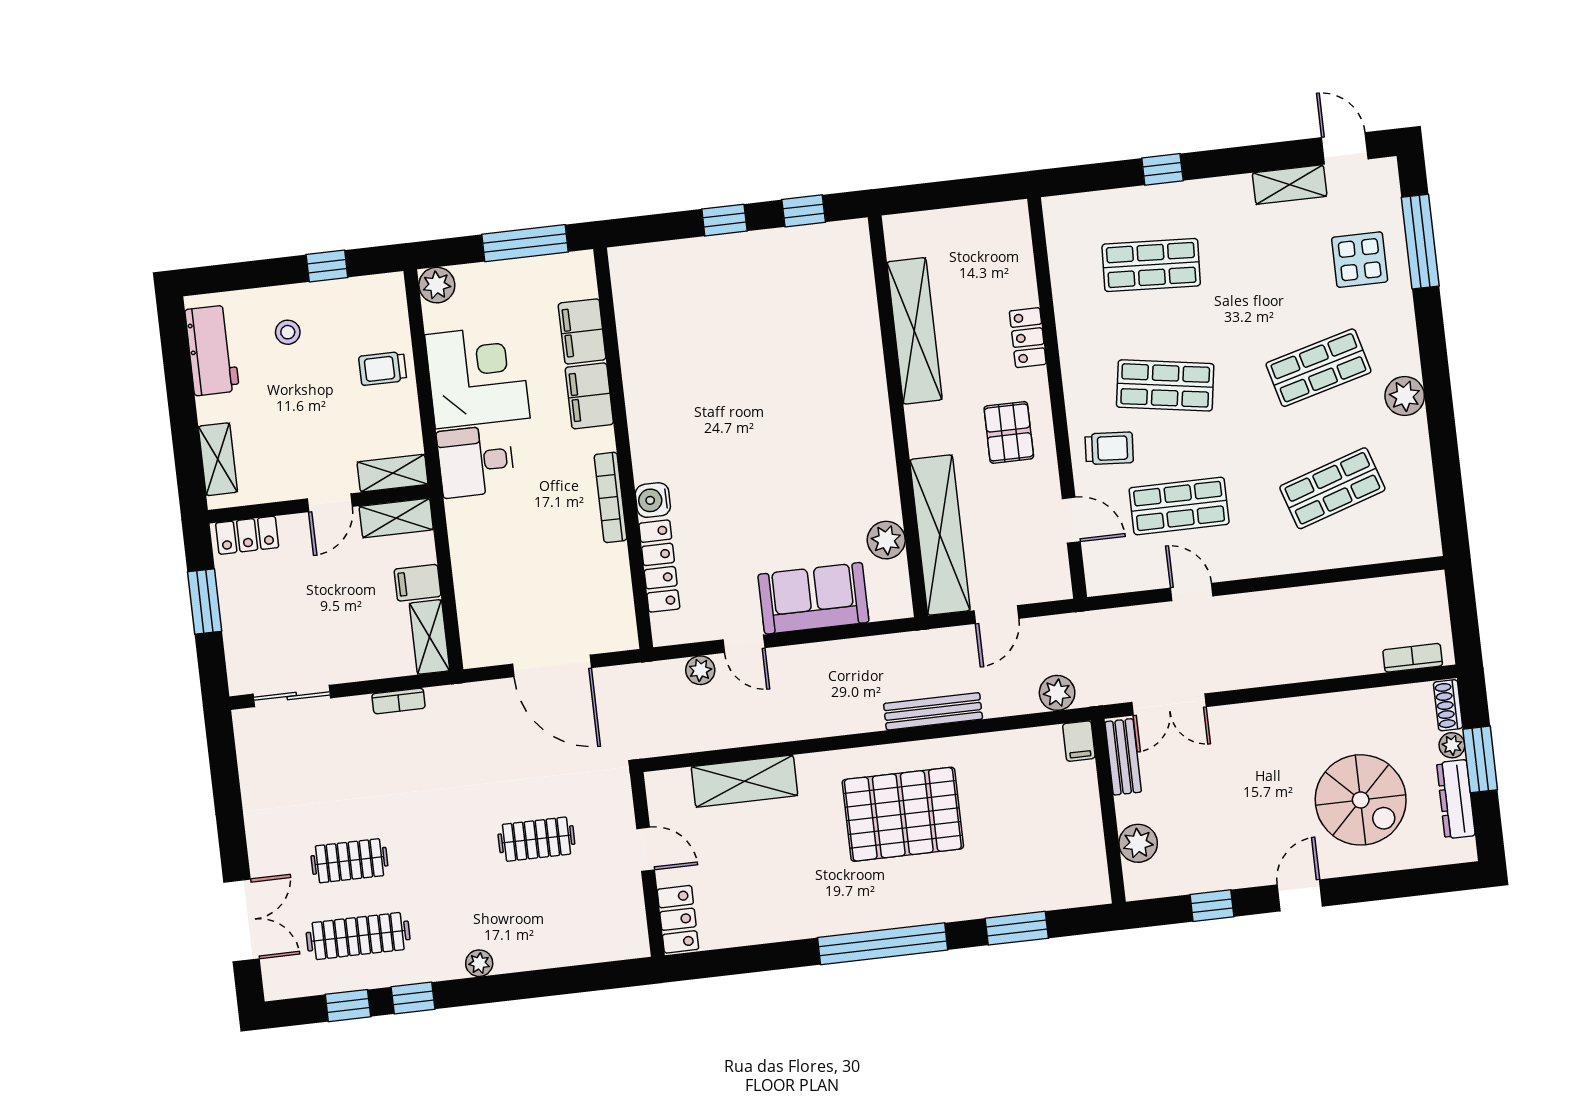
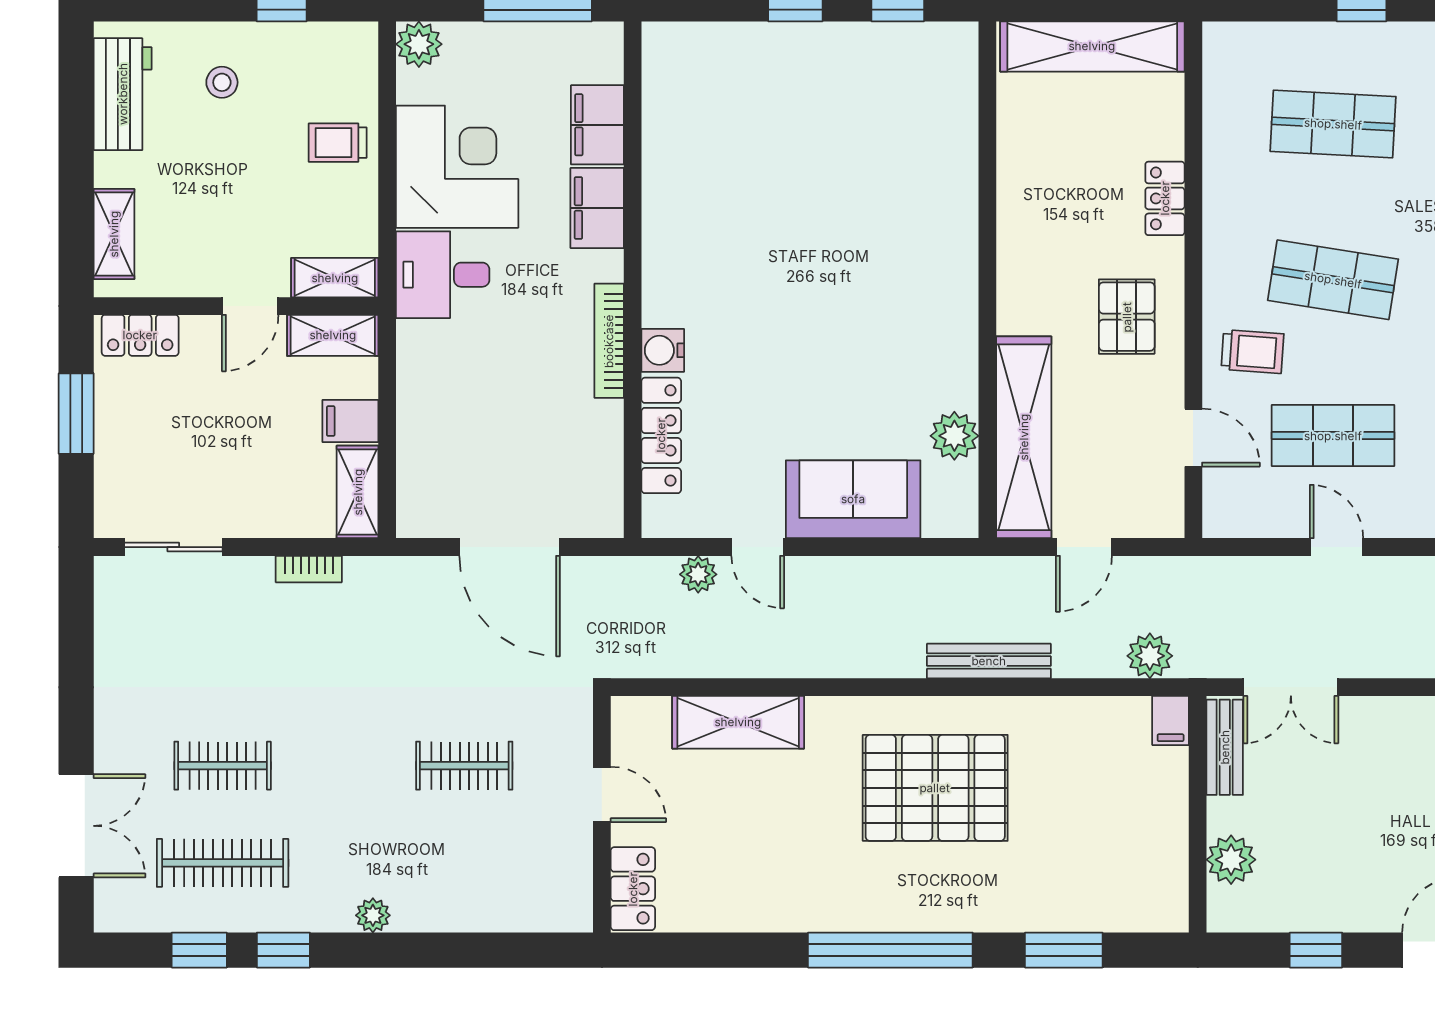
shelving: (914, 331) -> (1092, 46), moved, turned 90

